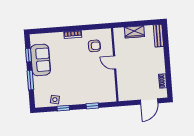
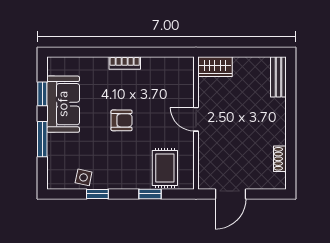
wardrobe: (134, 32) -> (215, 67), moved
armchair: (94, 46) -> (122, 120), moved
rug: (99, 91) -> (165, 168), added
door: (149, 102) -> (231, 194), moved

